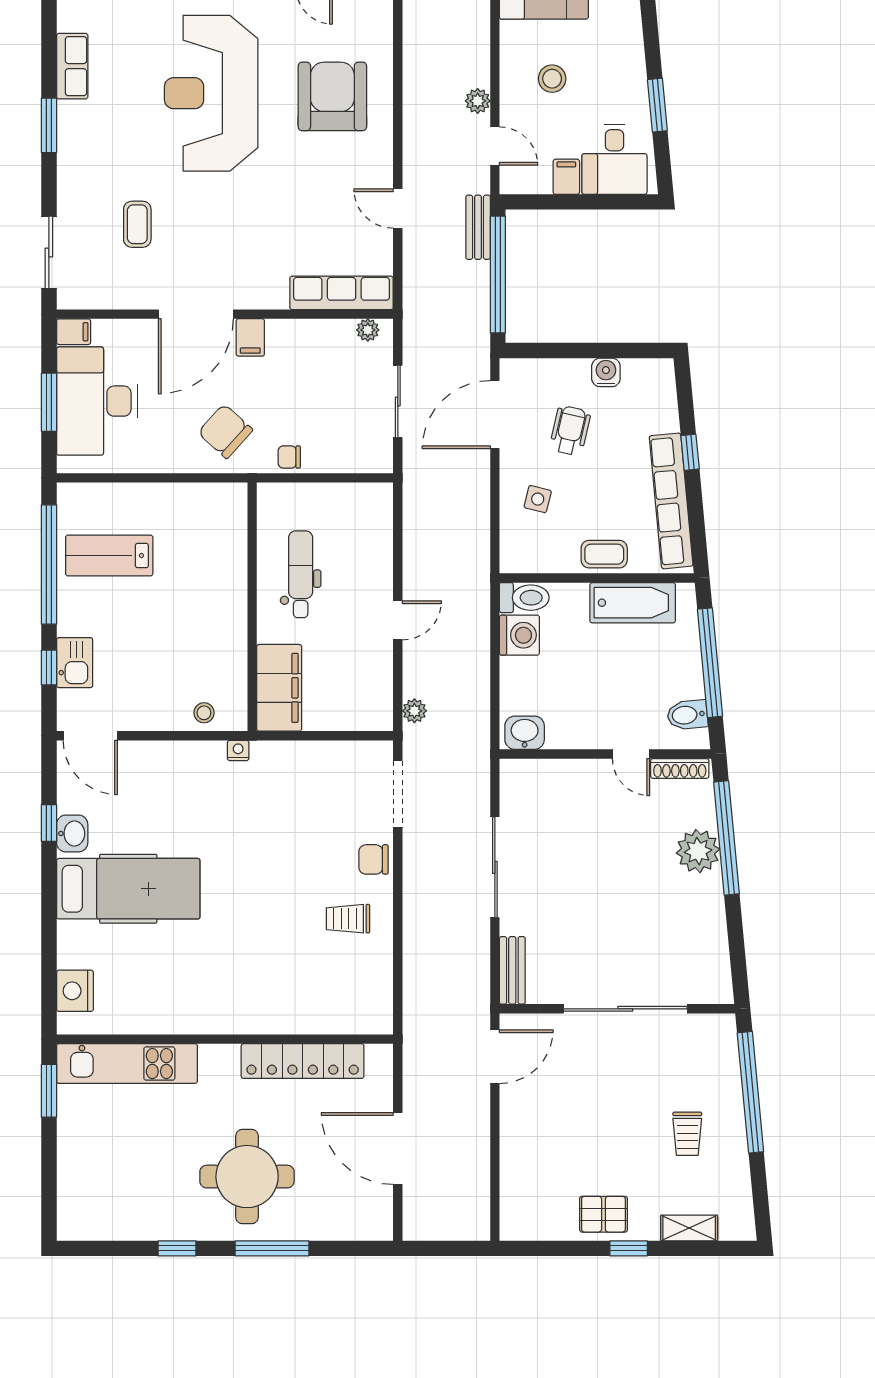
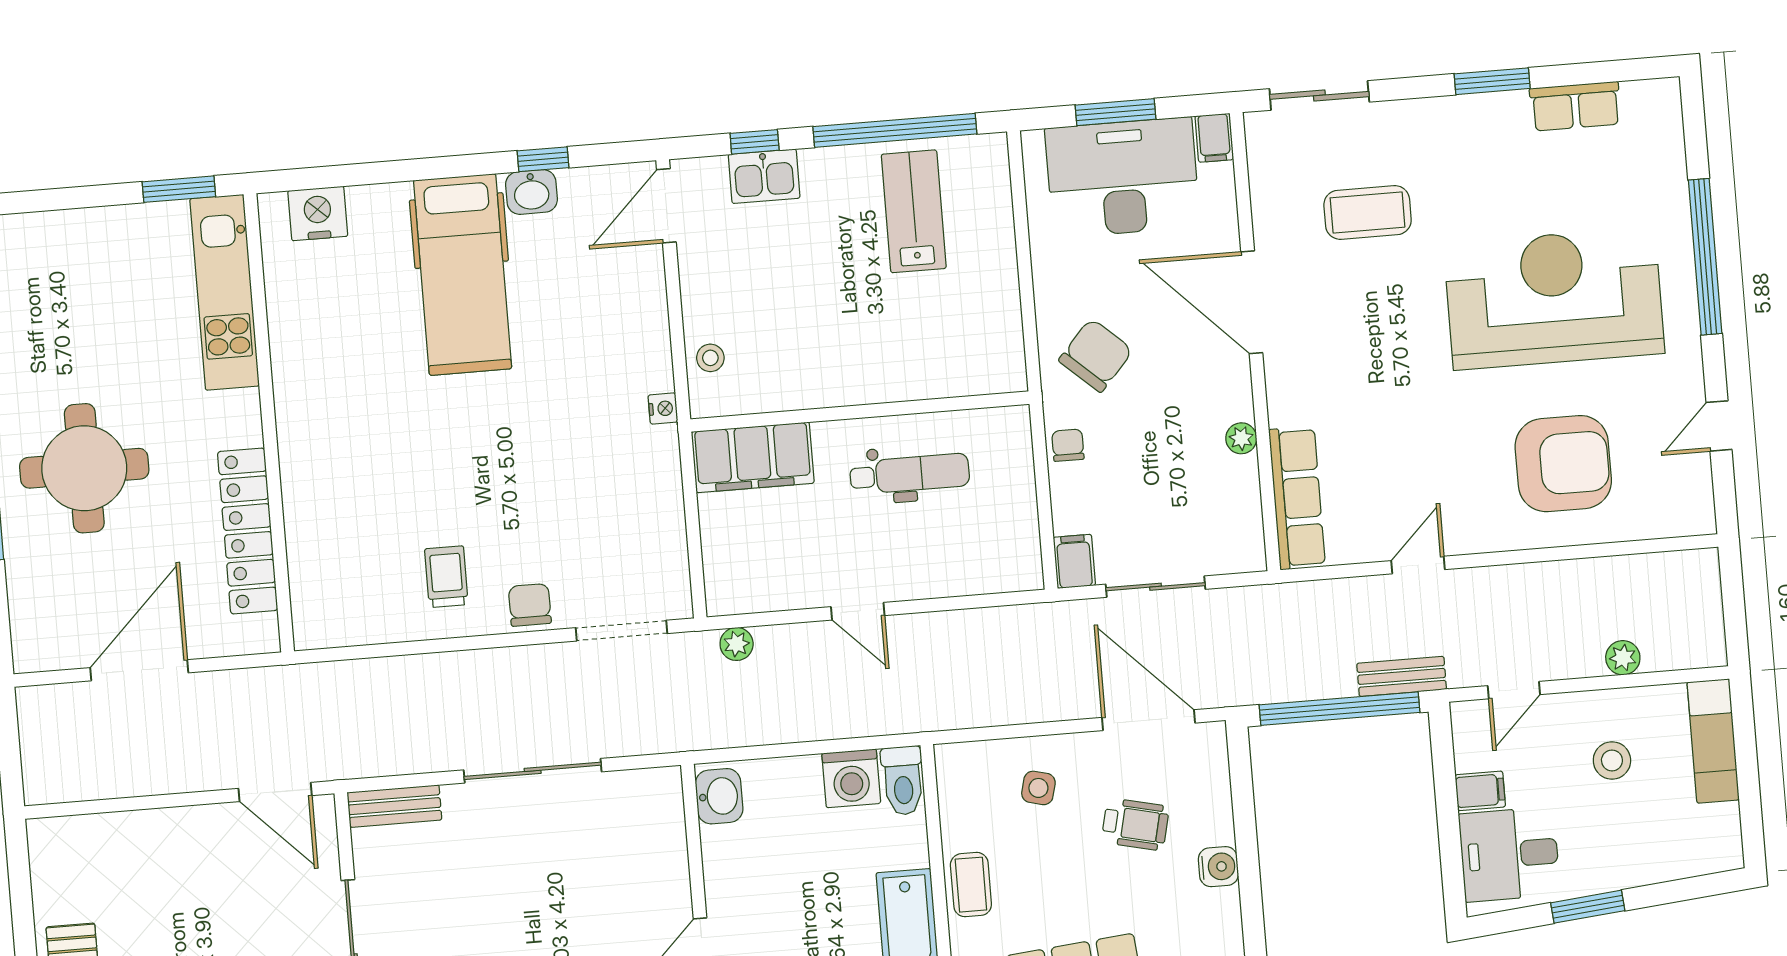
plant: (478, 101) -> (1623, 658), moved
coffee table: (137, 224) -> (1368, 212), width x1.36, depth x1.30
plant: (368, 330) -> (1241, 438), moved
filing cabinet: (250, 337) -> (1074, 561), moved, turned 90

